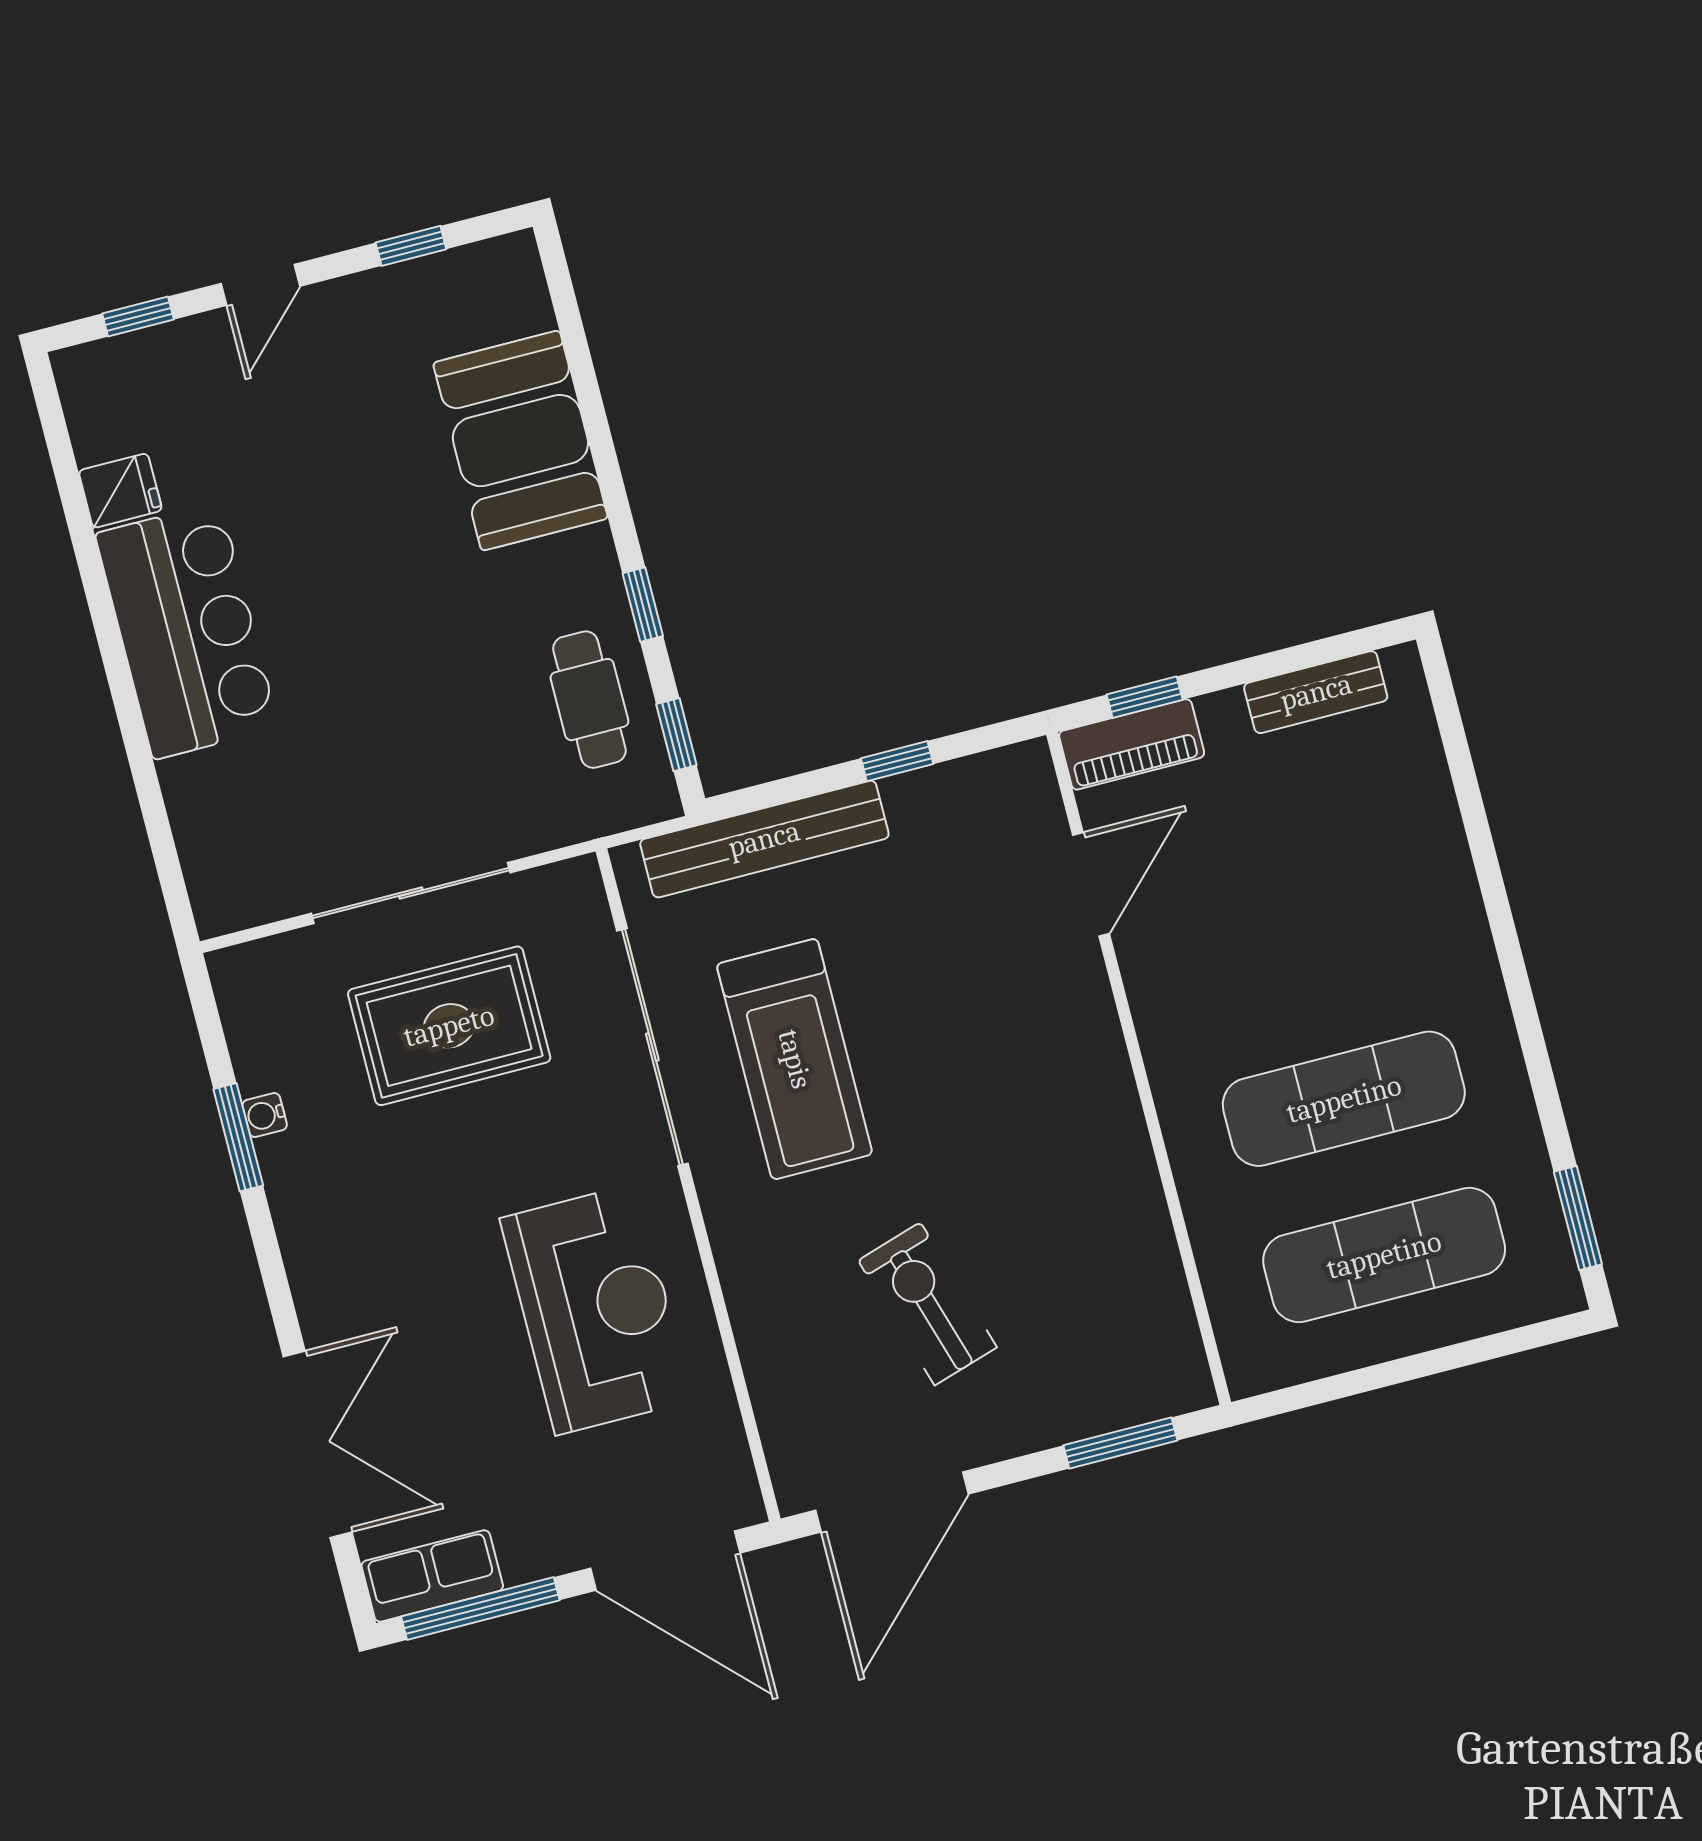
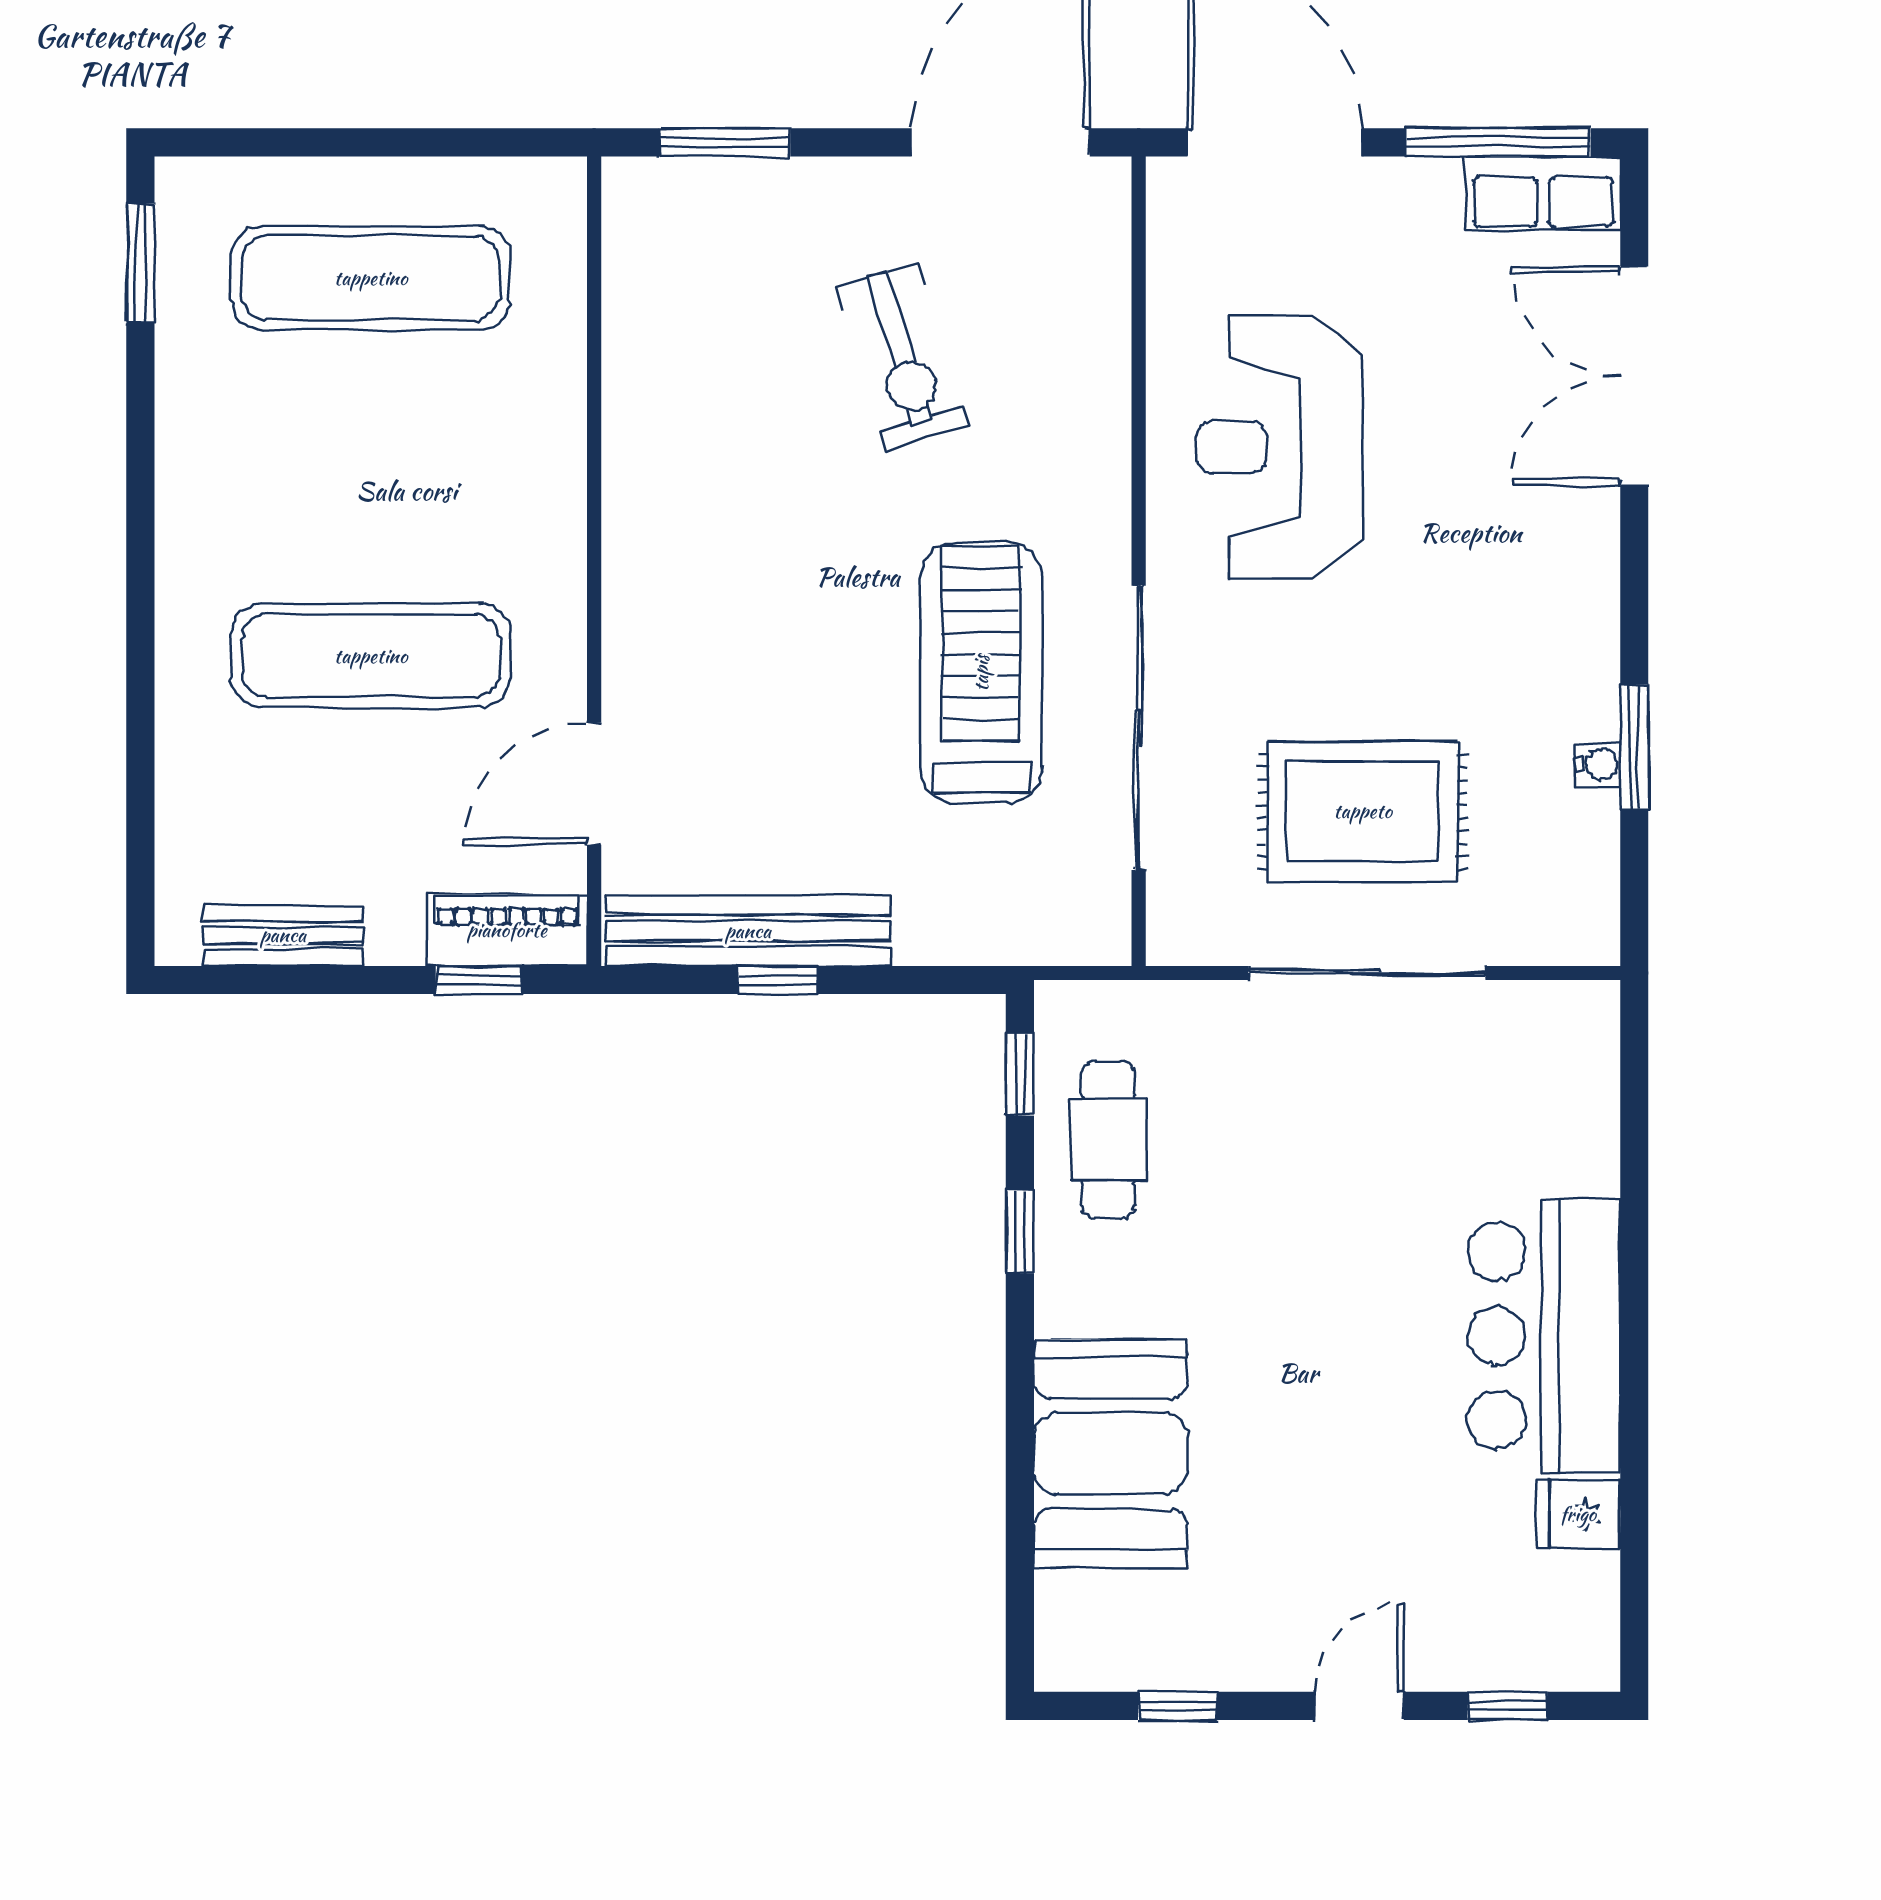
bench: (764, 839) -> (748, 931), moved
exercise mat: (1344, 1099) -> (371, 656), moved

